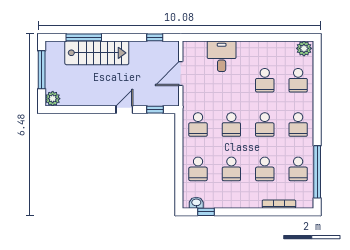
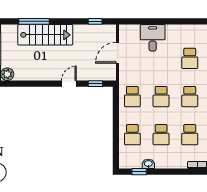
washbasin: (196, 203) -> (148, 164), moved

